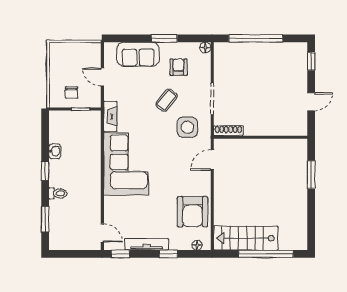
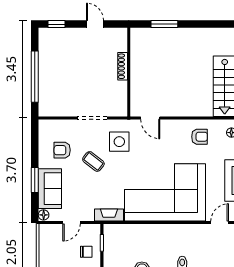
window: (164, 38) -> (35, 180), moved
floor lamp: (205, 48) -> (44, 215), moved
shoe rack: (228, 131) -> (123, 66), moved
corner sofa: (126, 164) -> (165, 192), width x1.36, depth x1.36
armchair: (193, 212) -> (200, 137), width x0.53, depth x0.53

